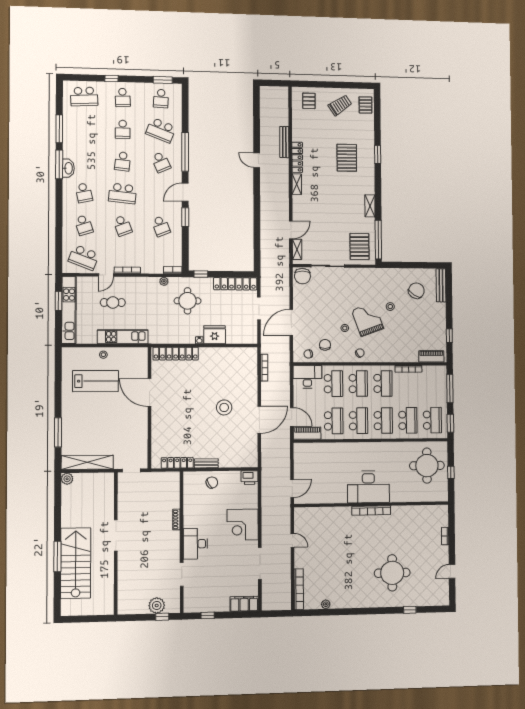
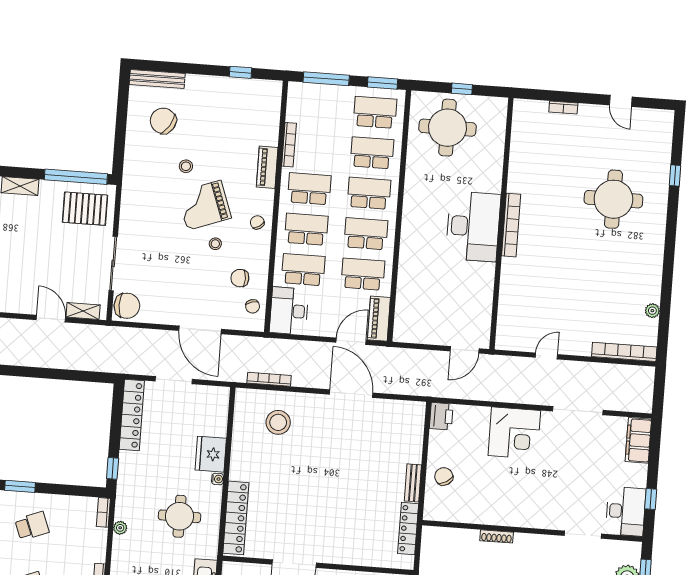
round table: (188, 301) -> (180, 516), moved
piano: (431, 356) -> (267, 167), moved
stool: (224, 407) -> (278, 422), moved
door: (292, 488) -> (465, 350), swing flipped
desk: (195, 544) -> (626, 511), moved, turned -90

